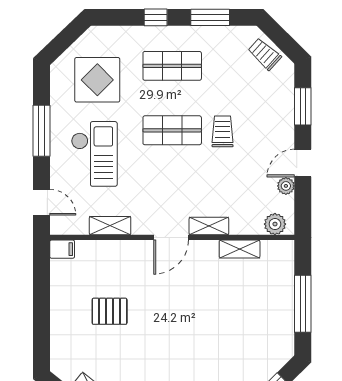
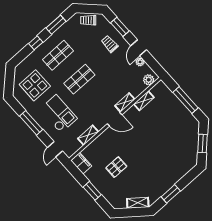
trolley: (223, 131) -> (110, 44), moved
door: (41, 202) -> (55, 149), swing flipped
door: (171, 237) -> (115, 119), hinge flipped
filing cabinet: (62, 249) -> (81, 163), width x2.00
window: (41, 314) -> (92, 191), added

